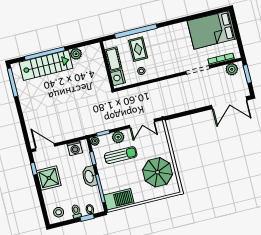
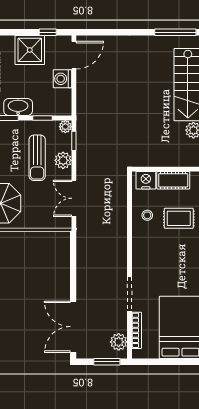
washing machine: (75, 148) -> (62, 79), moved

